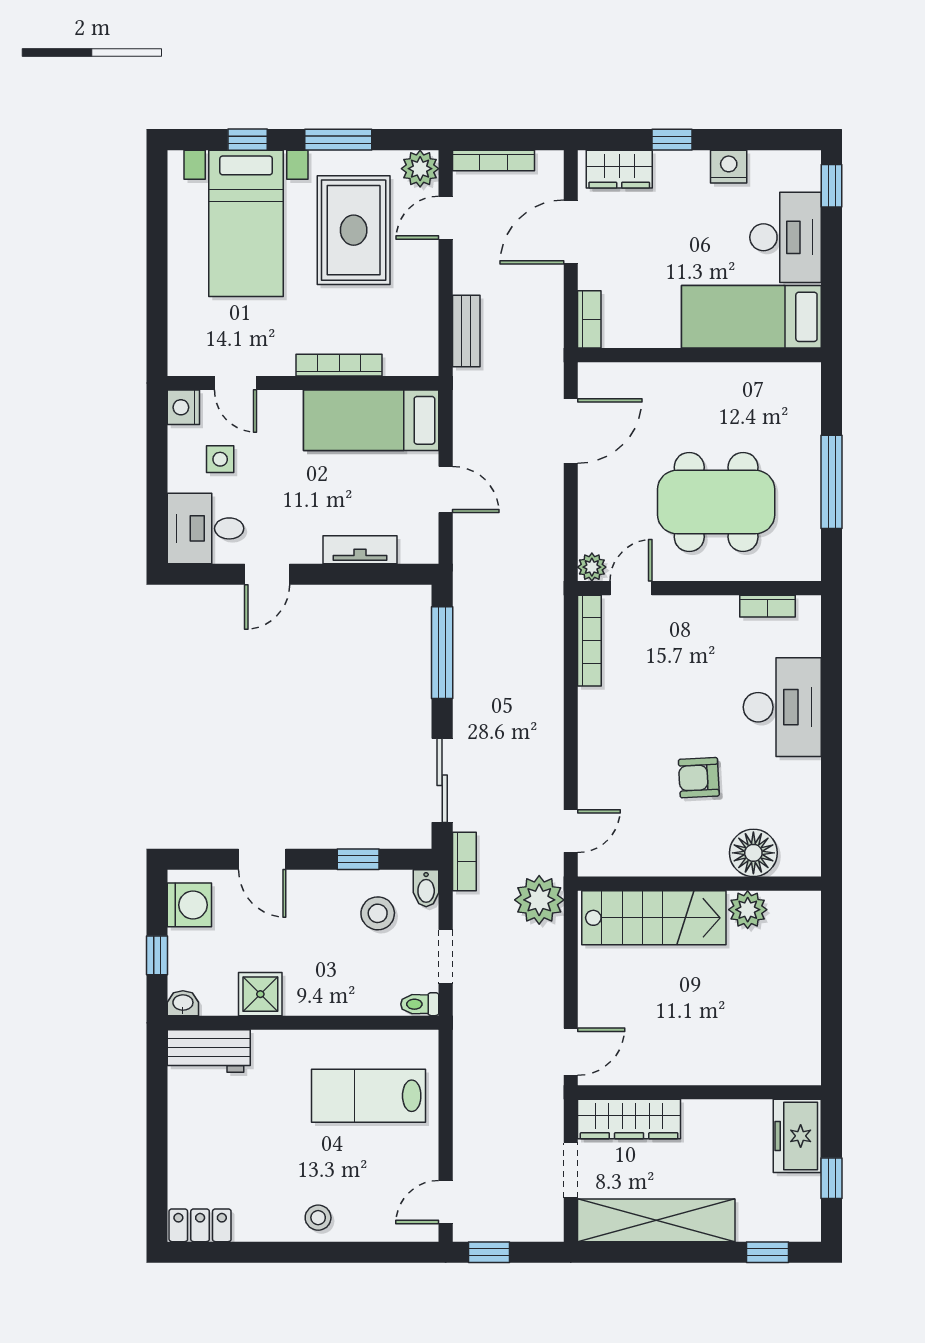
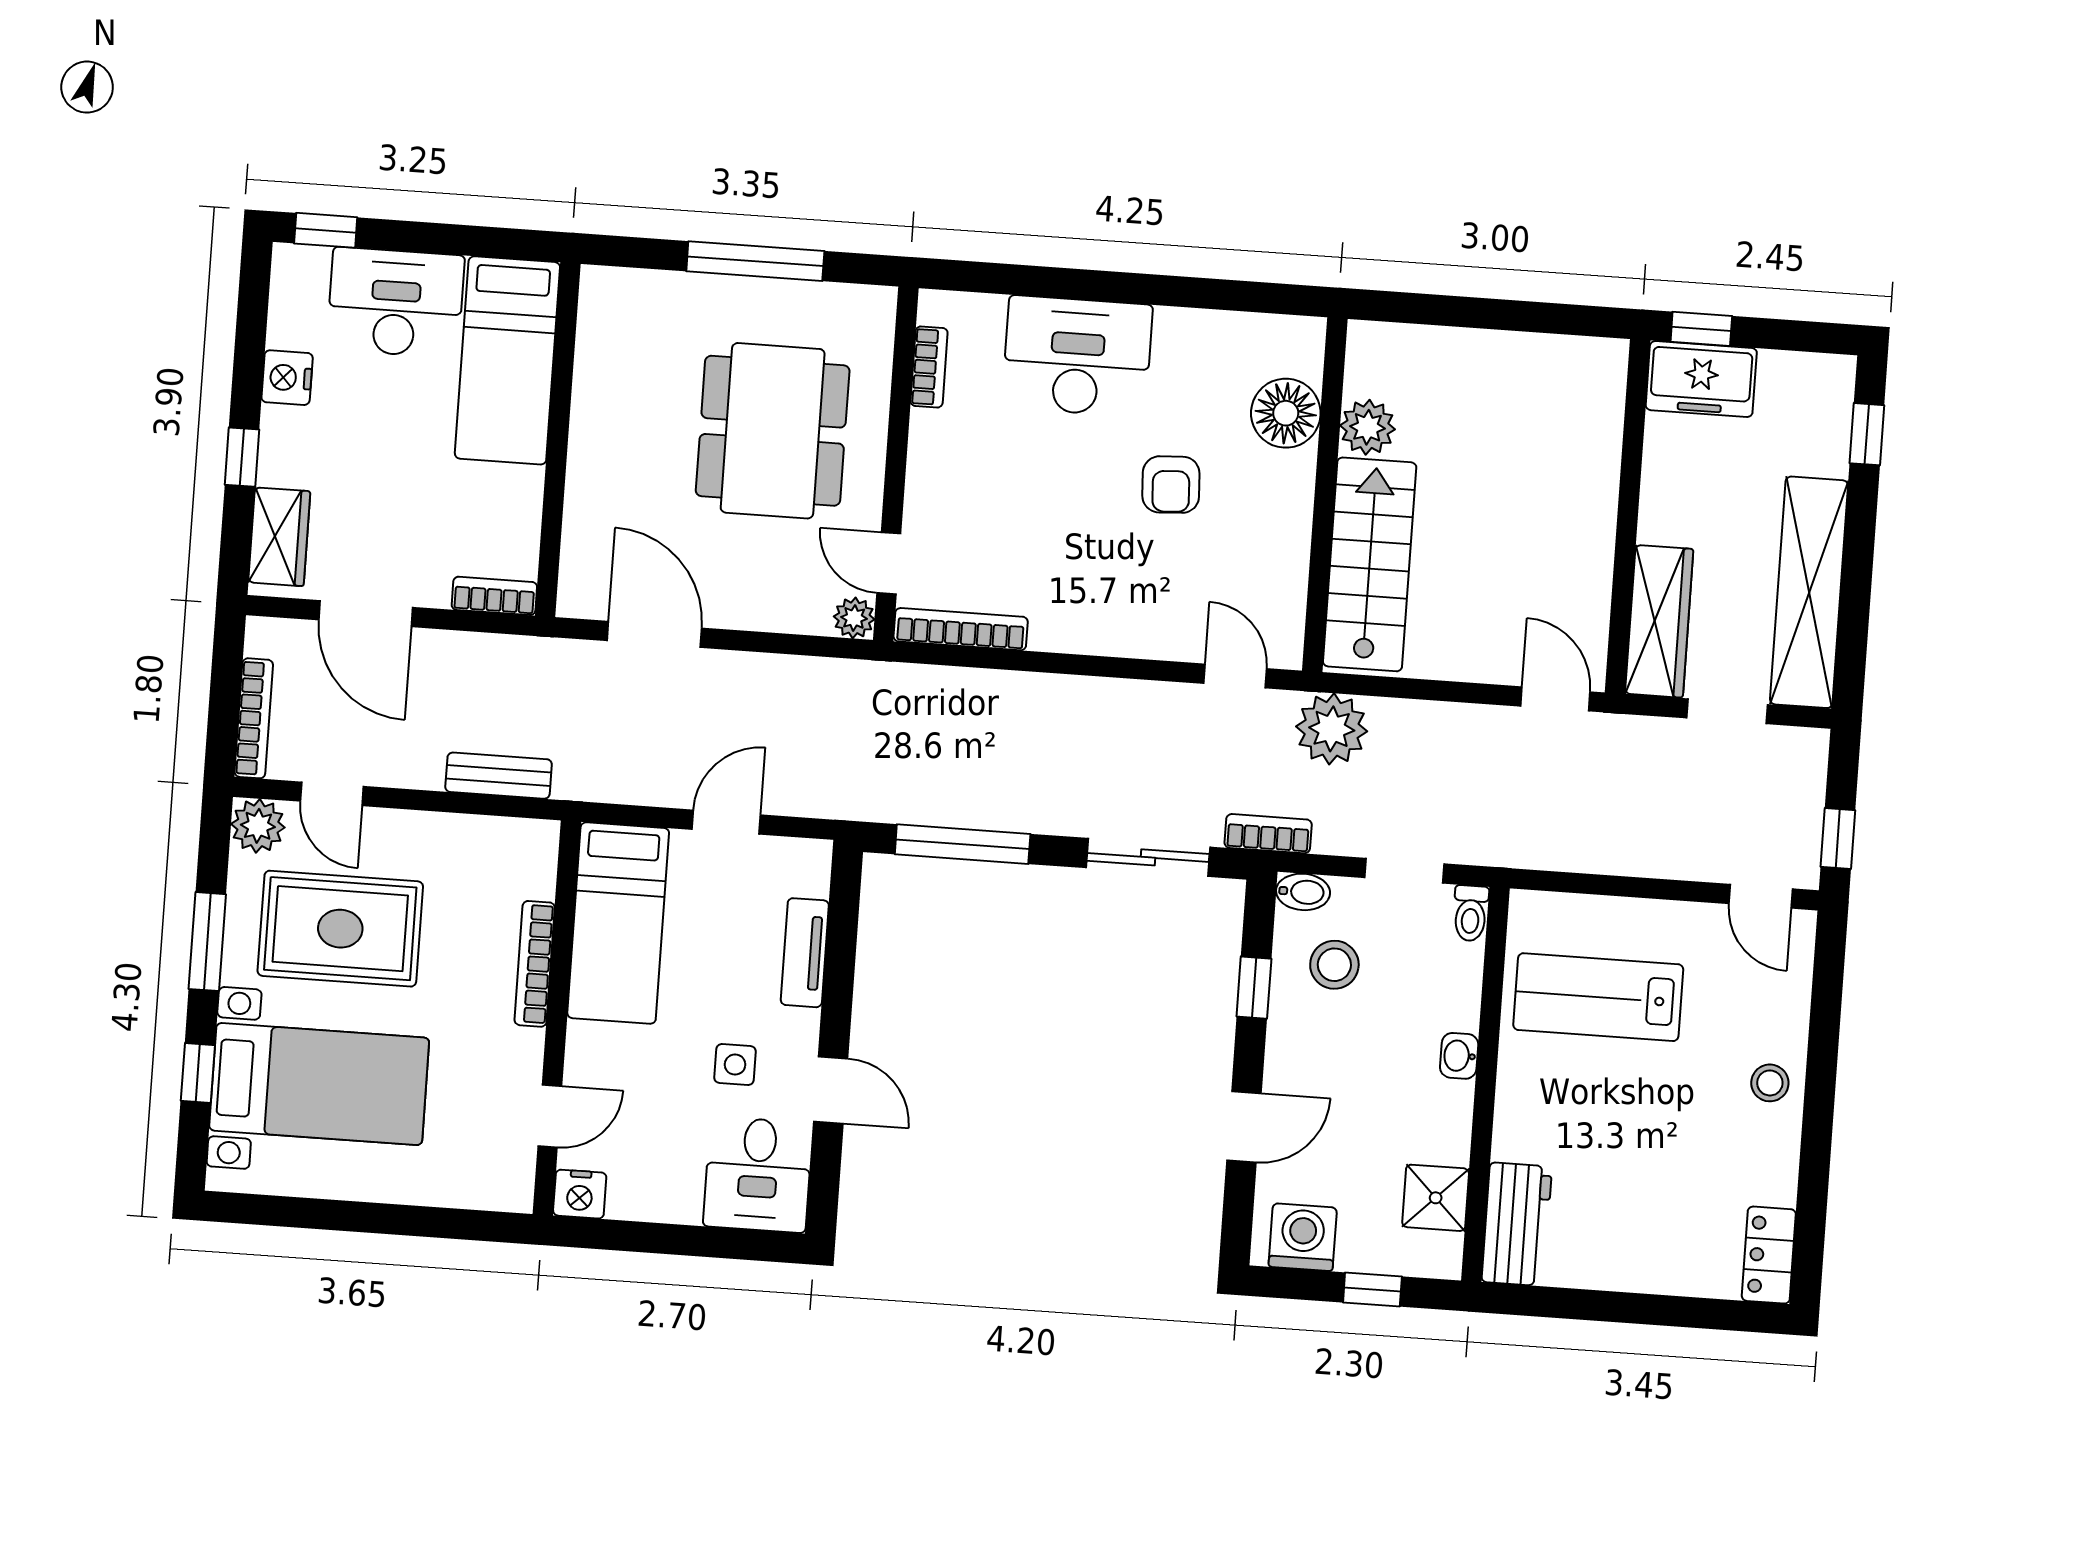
side table: (220, 459) -> (735, 1065), moved
shower: (260, 994) -> (1436, 1198), moved
washbasin: (183, 1003) -> (1459, 1056), moved
lab bench: (368, 1096) -> (1598, 997), turned 90
window: (832, 1178) -> (1701, 329), moved

